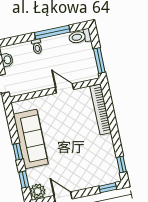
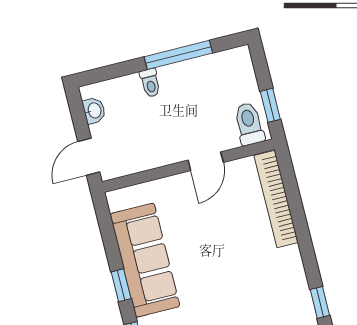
toilet: (80, 37) -> (249, 124), moved, turned 90
window: (99, 60) -> (270, 105), width x0.67
door: (64, 88) -> (206, 161), swing flipped

